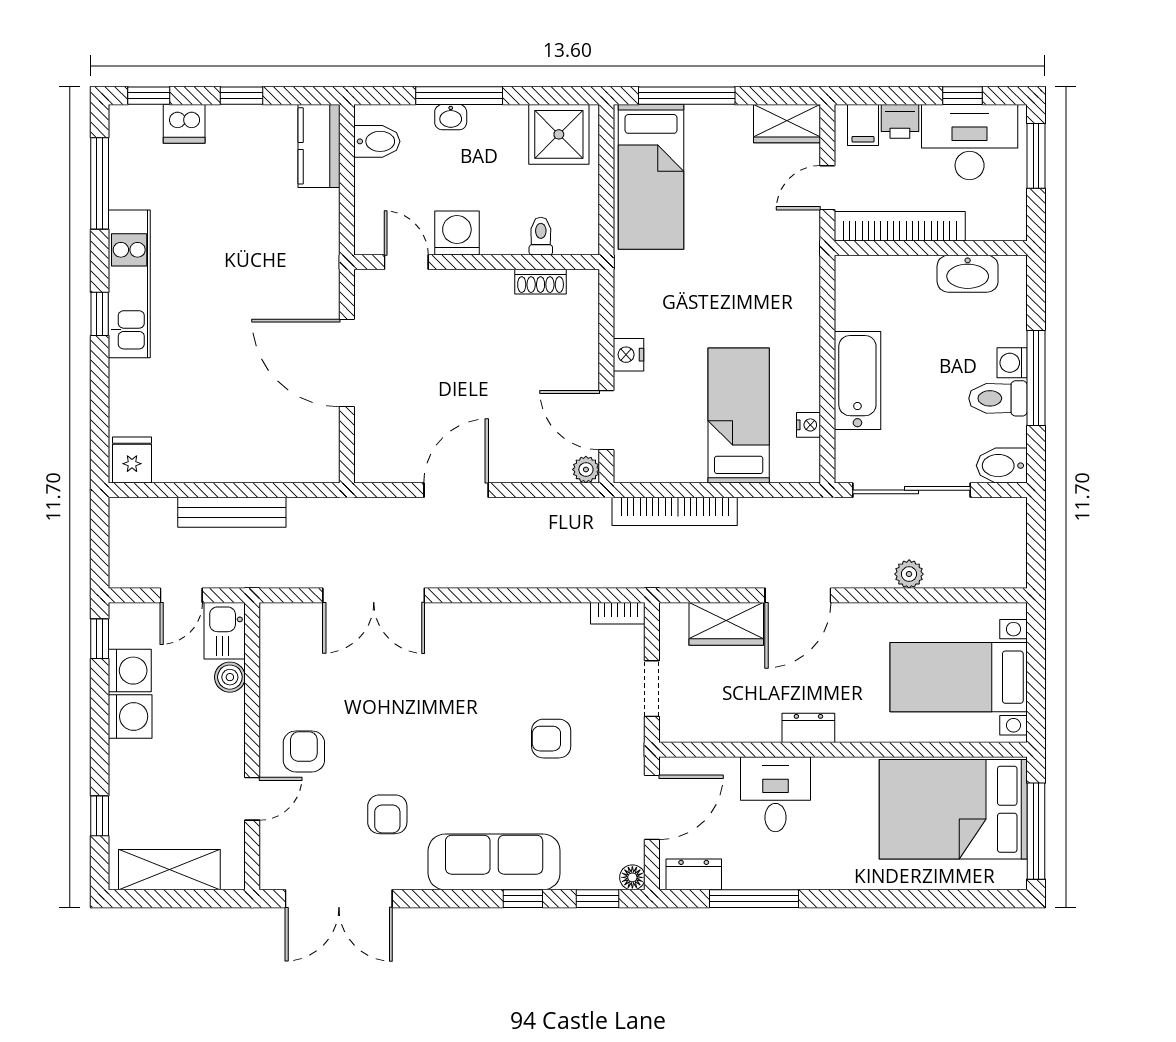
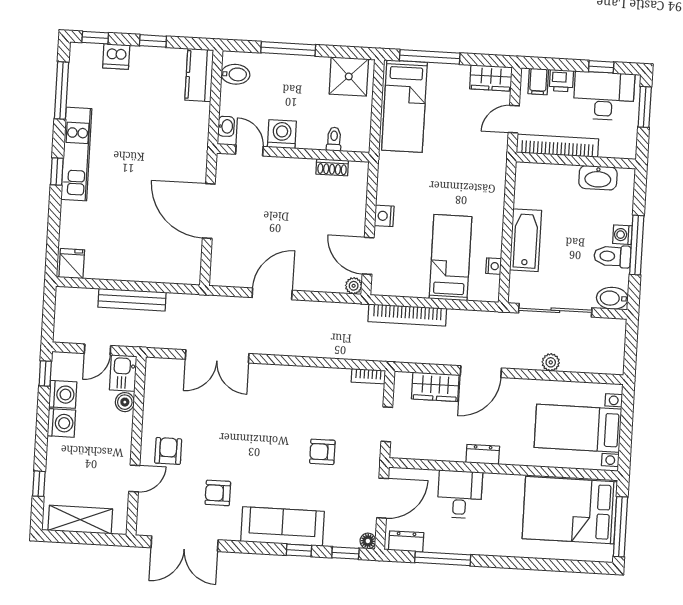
washbasin: (451, 117) -> (226, 126), moved, turned -90
armchair: (387, 814) -> (218, 493), turned 90

